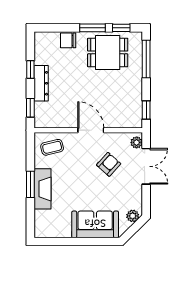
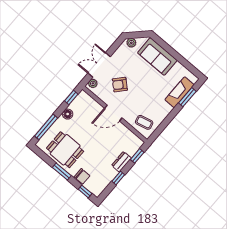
window: (121, 28) -> (85, 191), moved
dresser: (41, 83) -> (122, 162), width x0.70
floor lamp: (136, 90) -> (68, 114), added
door: (91, 130) -> (113, 113), hinge flipped
window: (30, 184) -> (187, 97), moved
fireplace: (42, 189) -> (179, 92), moved

